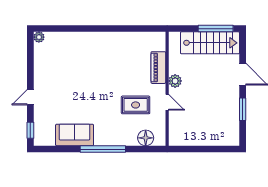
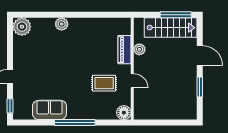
plant: (39, 37) -> (22, 27), width x1.88, depth x1.88
plant: (88, 39) -> (62, 24), added
plant: (175, 81) -> (139, 49), moved
floor lamp: (146, 138) -> (124, 113), moved

